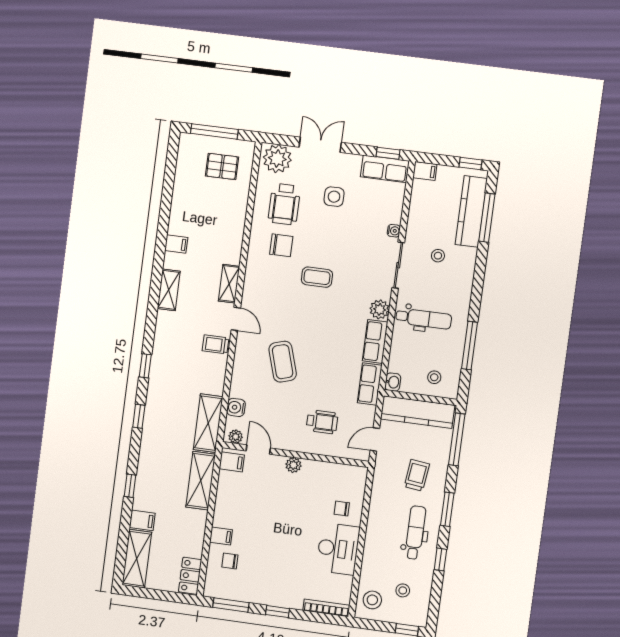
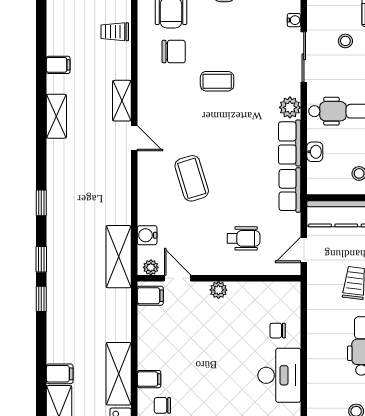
trolley: (216, 344) -> (115, 32), moved
washbasin: (393, 382) -> (315, 152), moved
shelving: (201, 481) -> (119, 374), moved
window: (130, 486) -> (41, 299), moved

